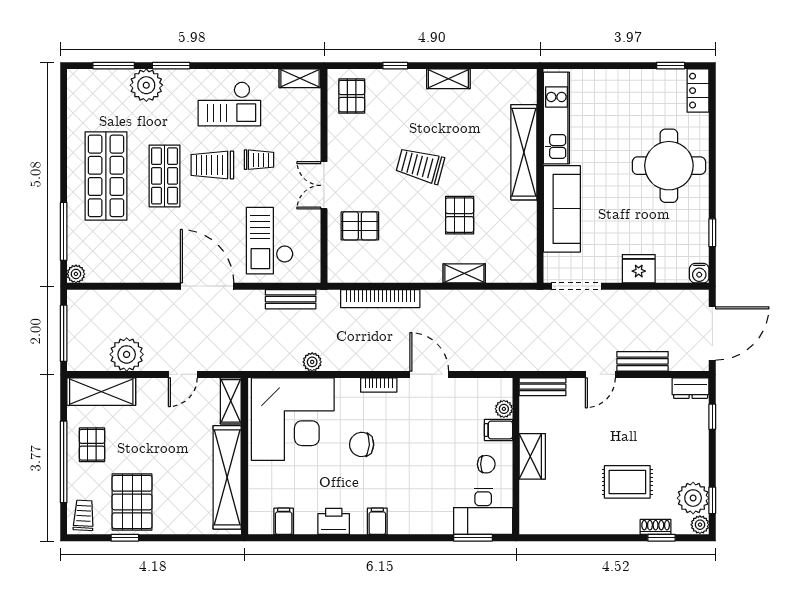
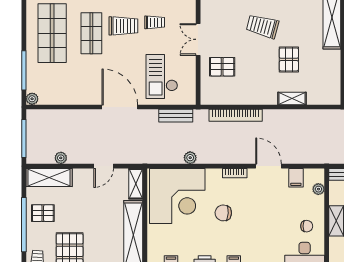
trolley: (212, 165) -> (123, 26), turned 180
plant: (127, 354) -> (61, 158), width x0.53, depth x0.53
filing cabinet: (498, 430) -> (296, 178), moved, turned -90
pallet: (92, 445) -> (43, 213), turned 90

